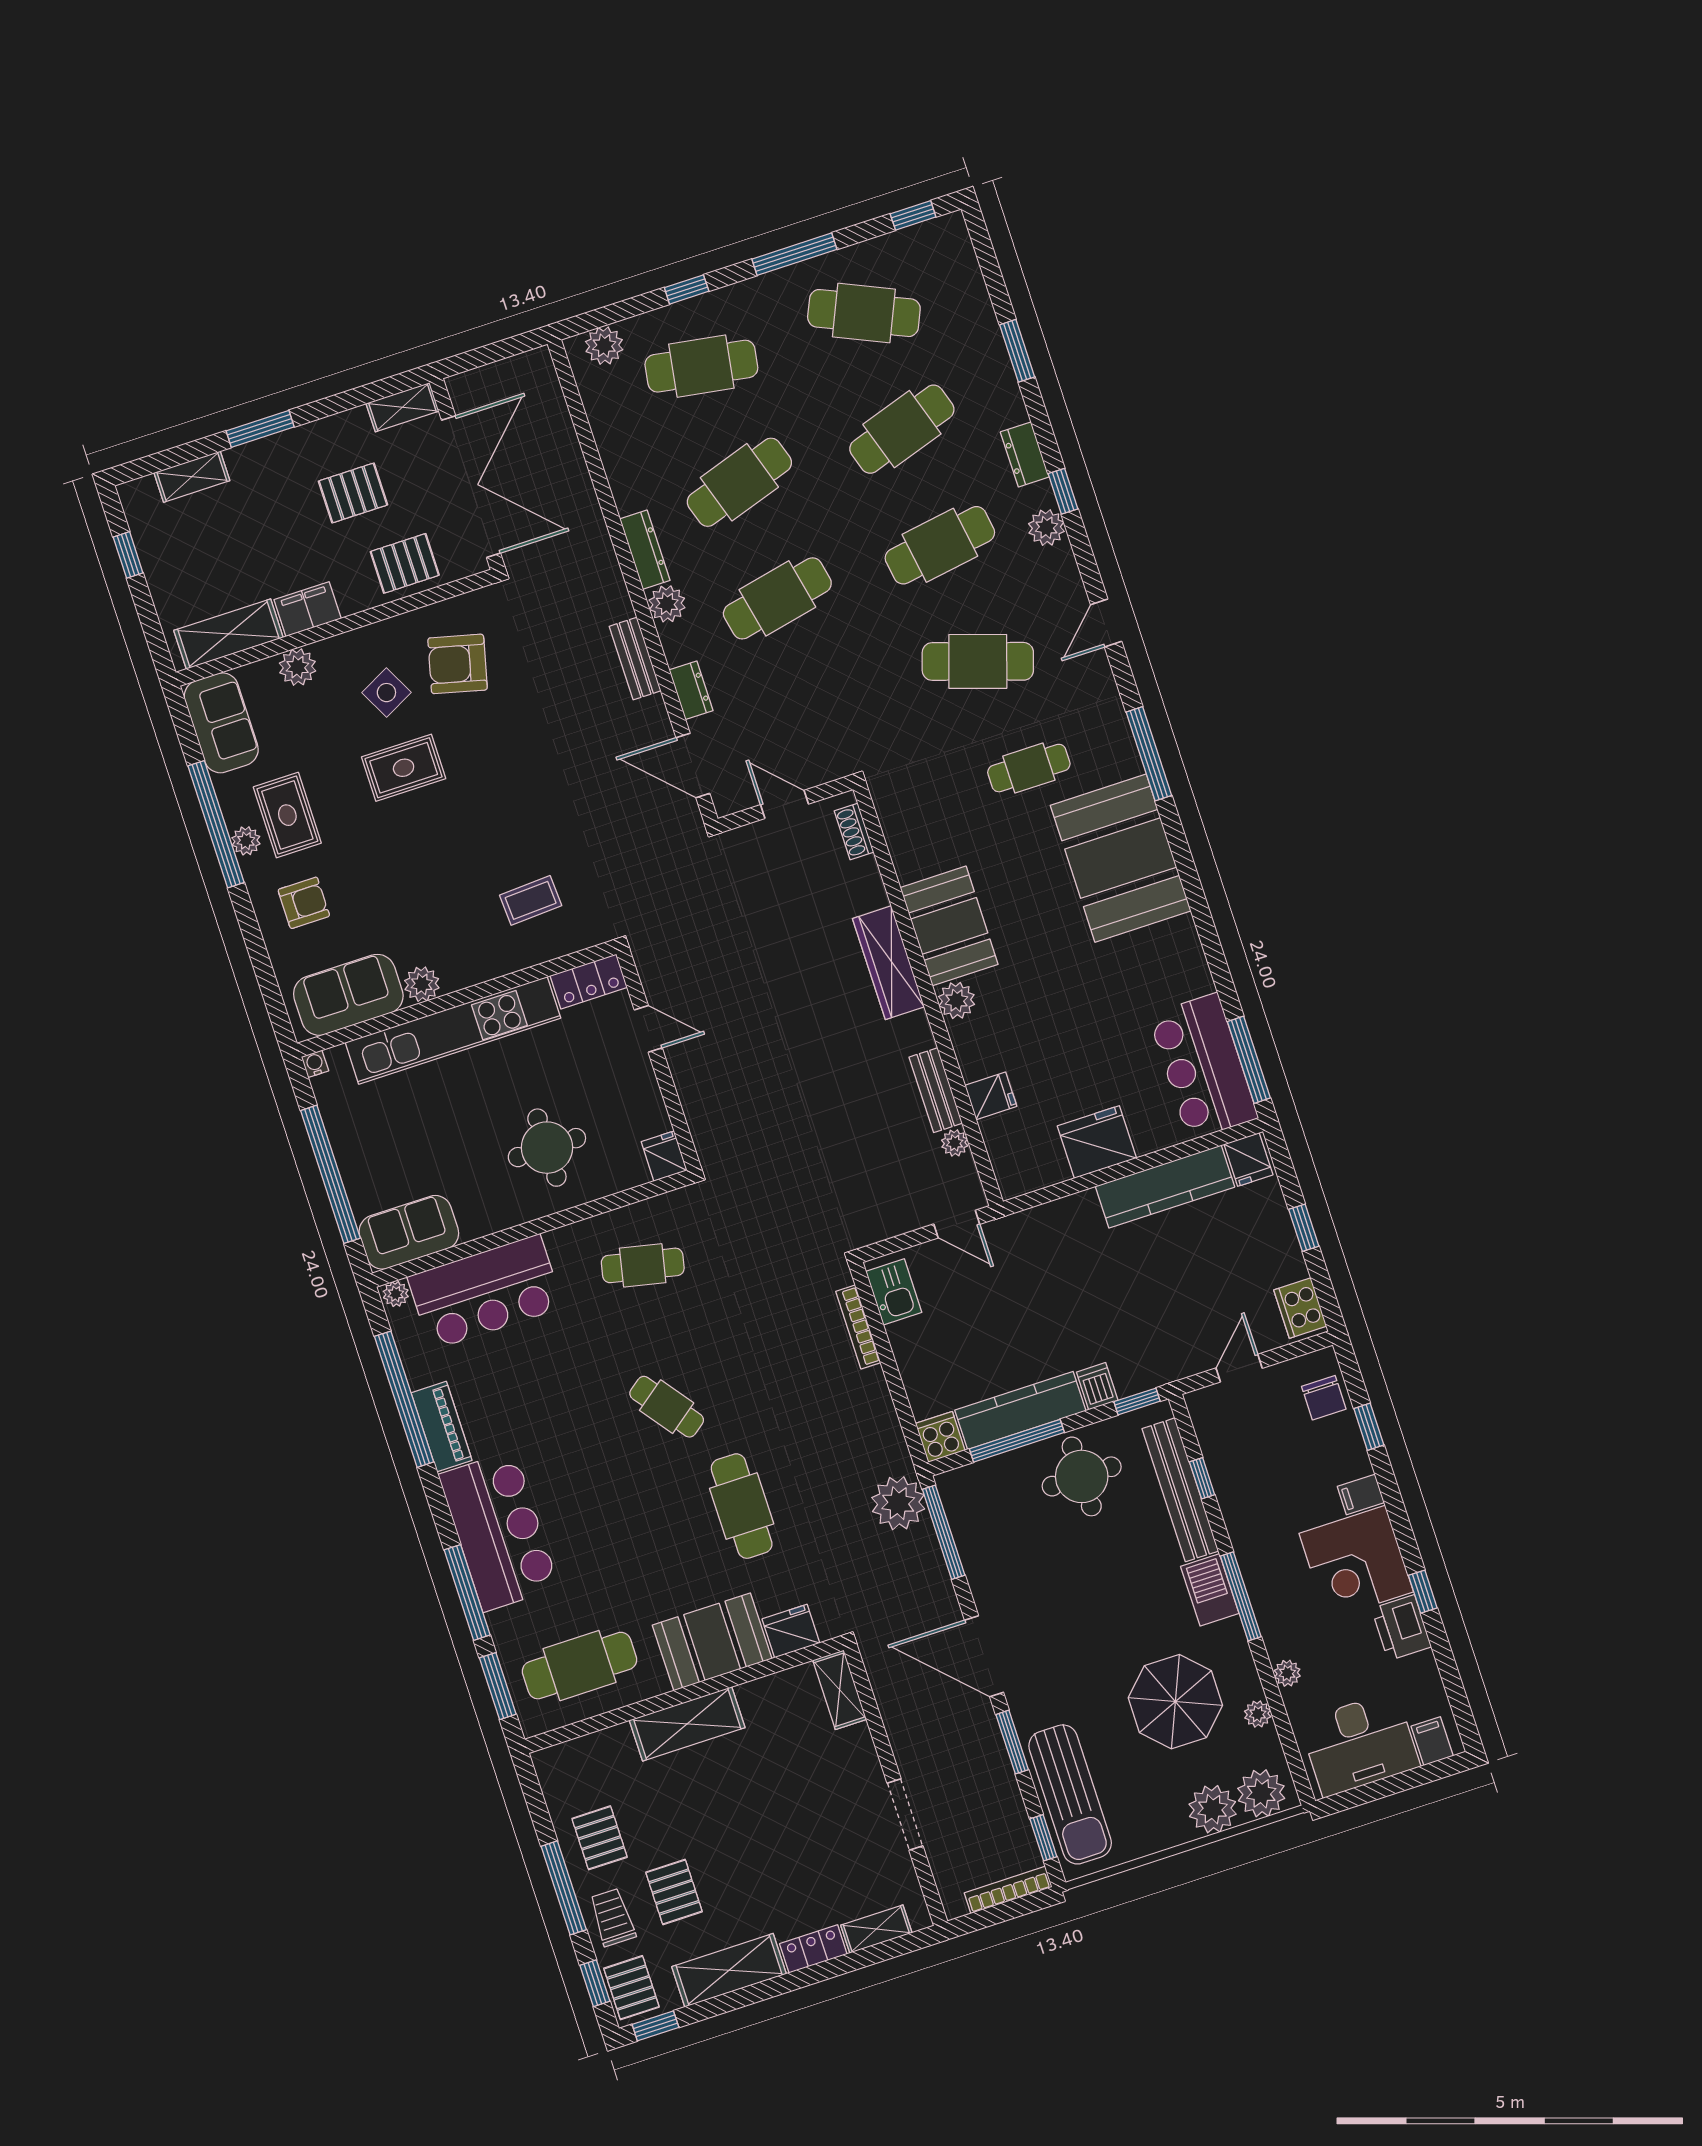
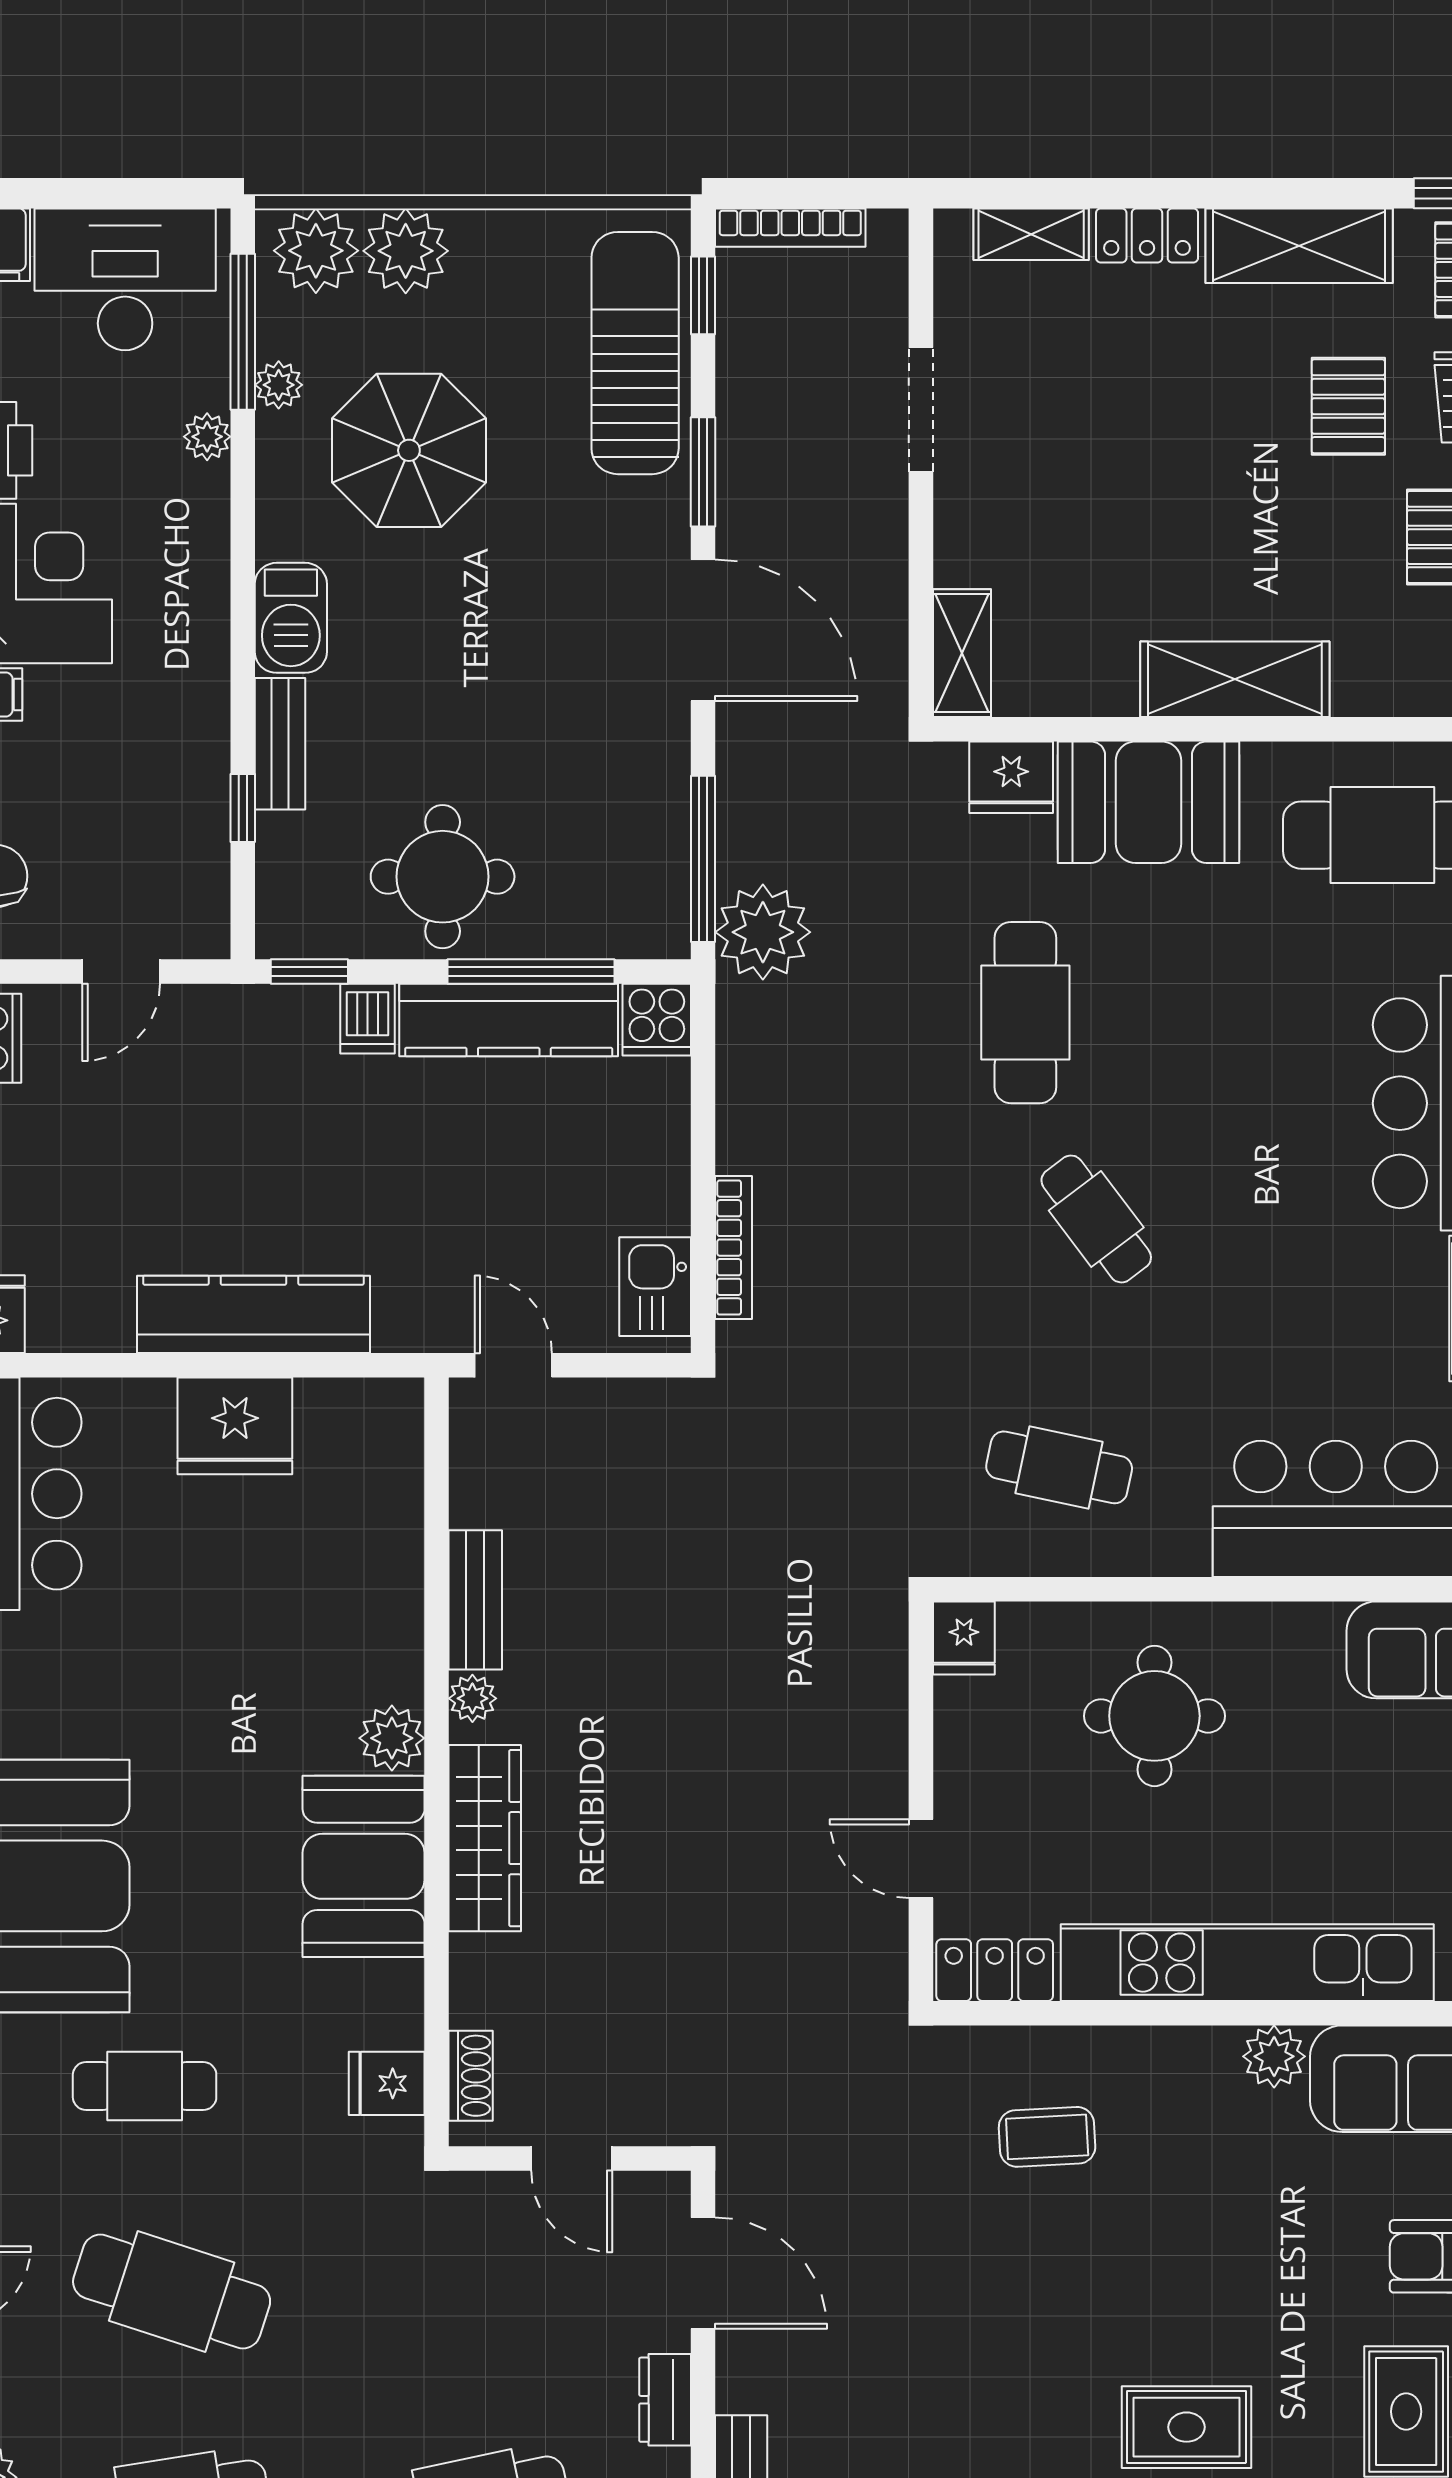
fridge: (991, 1096) -> (387, 2083), moved
plant: (955, 1143) -> (472, 1698), moved
kitchen counter: (1165, 1187) -> (253, 1314), moved
bench: (1180, 1490) -> (280, 744), width x0.54, depth x0.82
window: (1241, 1596) -> (243, 332), moved

